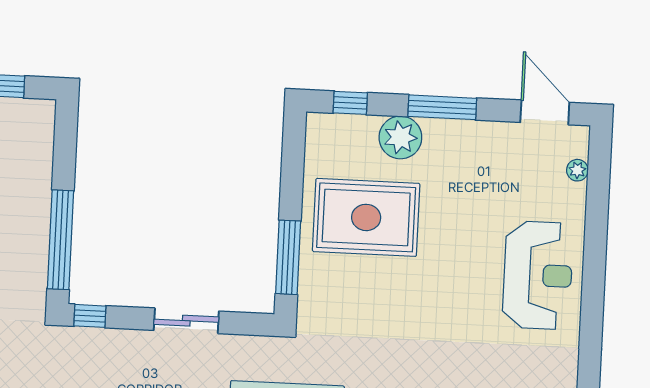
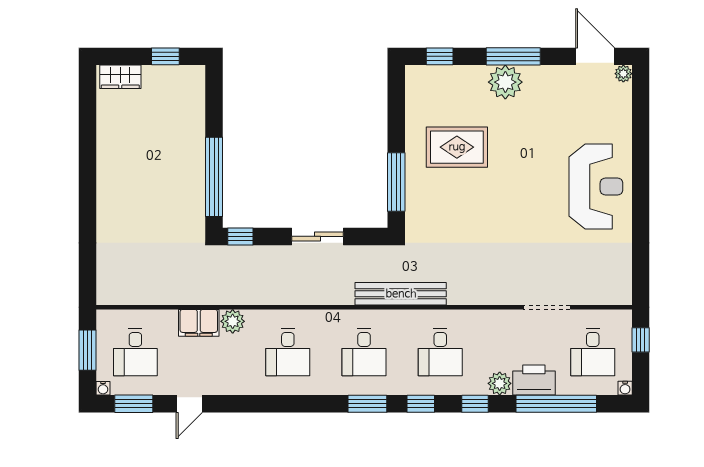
plant: (400, 137) -> (505, 82), moved
plant: (577, 170) -> (623, 74), moved
rug: (366, 217) -> (457, 147), width x0.73, depth x0.69

